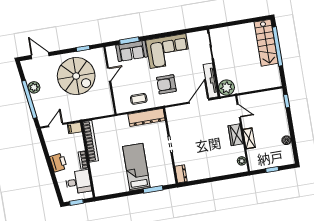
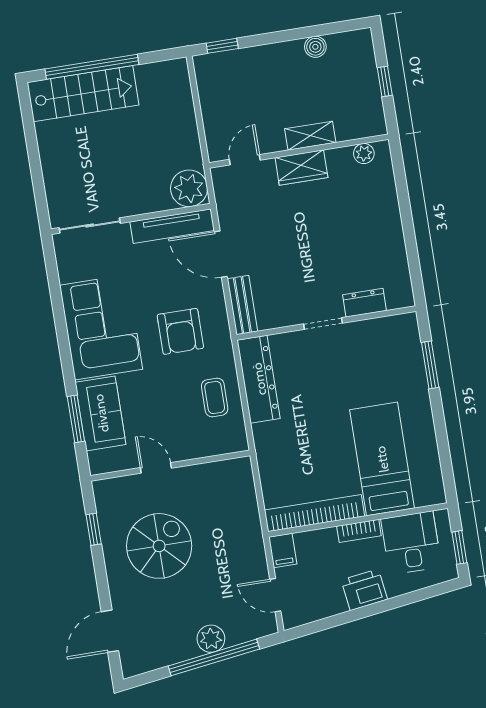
spiral stairs: (76, 76) -> (159, 546), width x0.73, depth x0.73
plant: (34, 87) -> (211, 639), moved
bench: (178, 110) -> (242, 305), added
bed: (136, 167) -> (382, 459), moved, turned 90
dresser: (181, 174) -> (364, 303), moved

